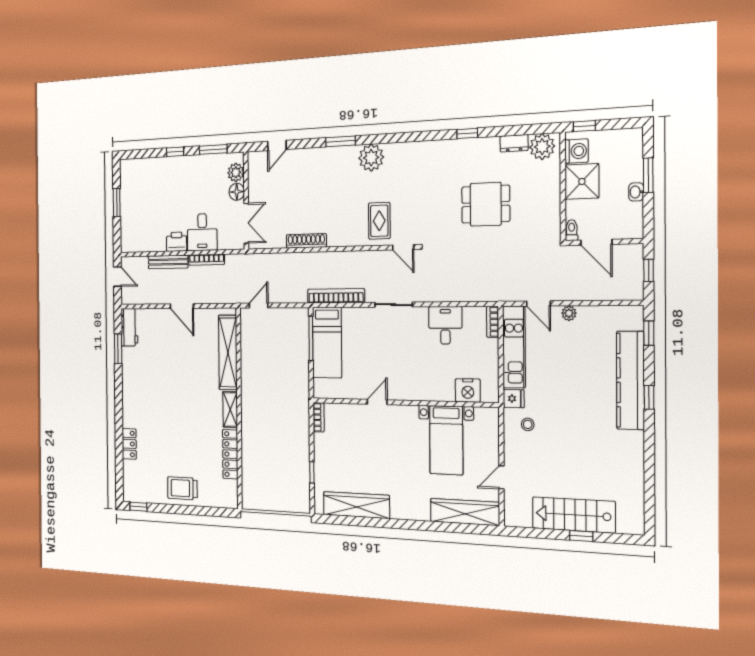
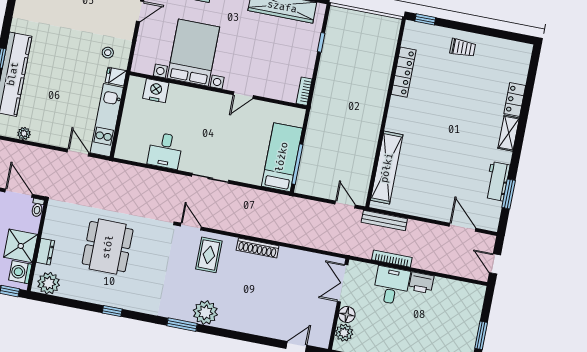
window: (341, 141) -> (182, 325), moved
dresser: (514, 143) -> (45, 252), moved, turned 90
dining table: (486, 204) -> (108, 247), width x1.37
shoe rack: (306, 241) -> (258, 248), moved
bench: (168, 262) -> (384, 220), moved
bookcase: (336, 296) -> (265, 197), removed
door: (182, 306) -> (463, 227), moved
door: (259, 306) -> (345, 204), swing flipped
plant: (569, 313) -> (24, 134), moved
bookcase: (493, 322) -> (121, 145), removed
workbench: (129, 327) -> (497, 181), moved
shelving: (230, 410) -> (509, 133), moved
bed with nightstands: (446, 440) -> (193, 53), width x1.36
trolley: (182, 488) -> (463, 48), width x0.73, depth x0.72
window: (138, 507) -> (425, 19), moved

